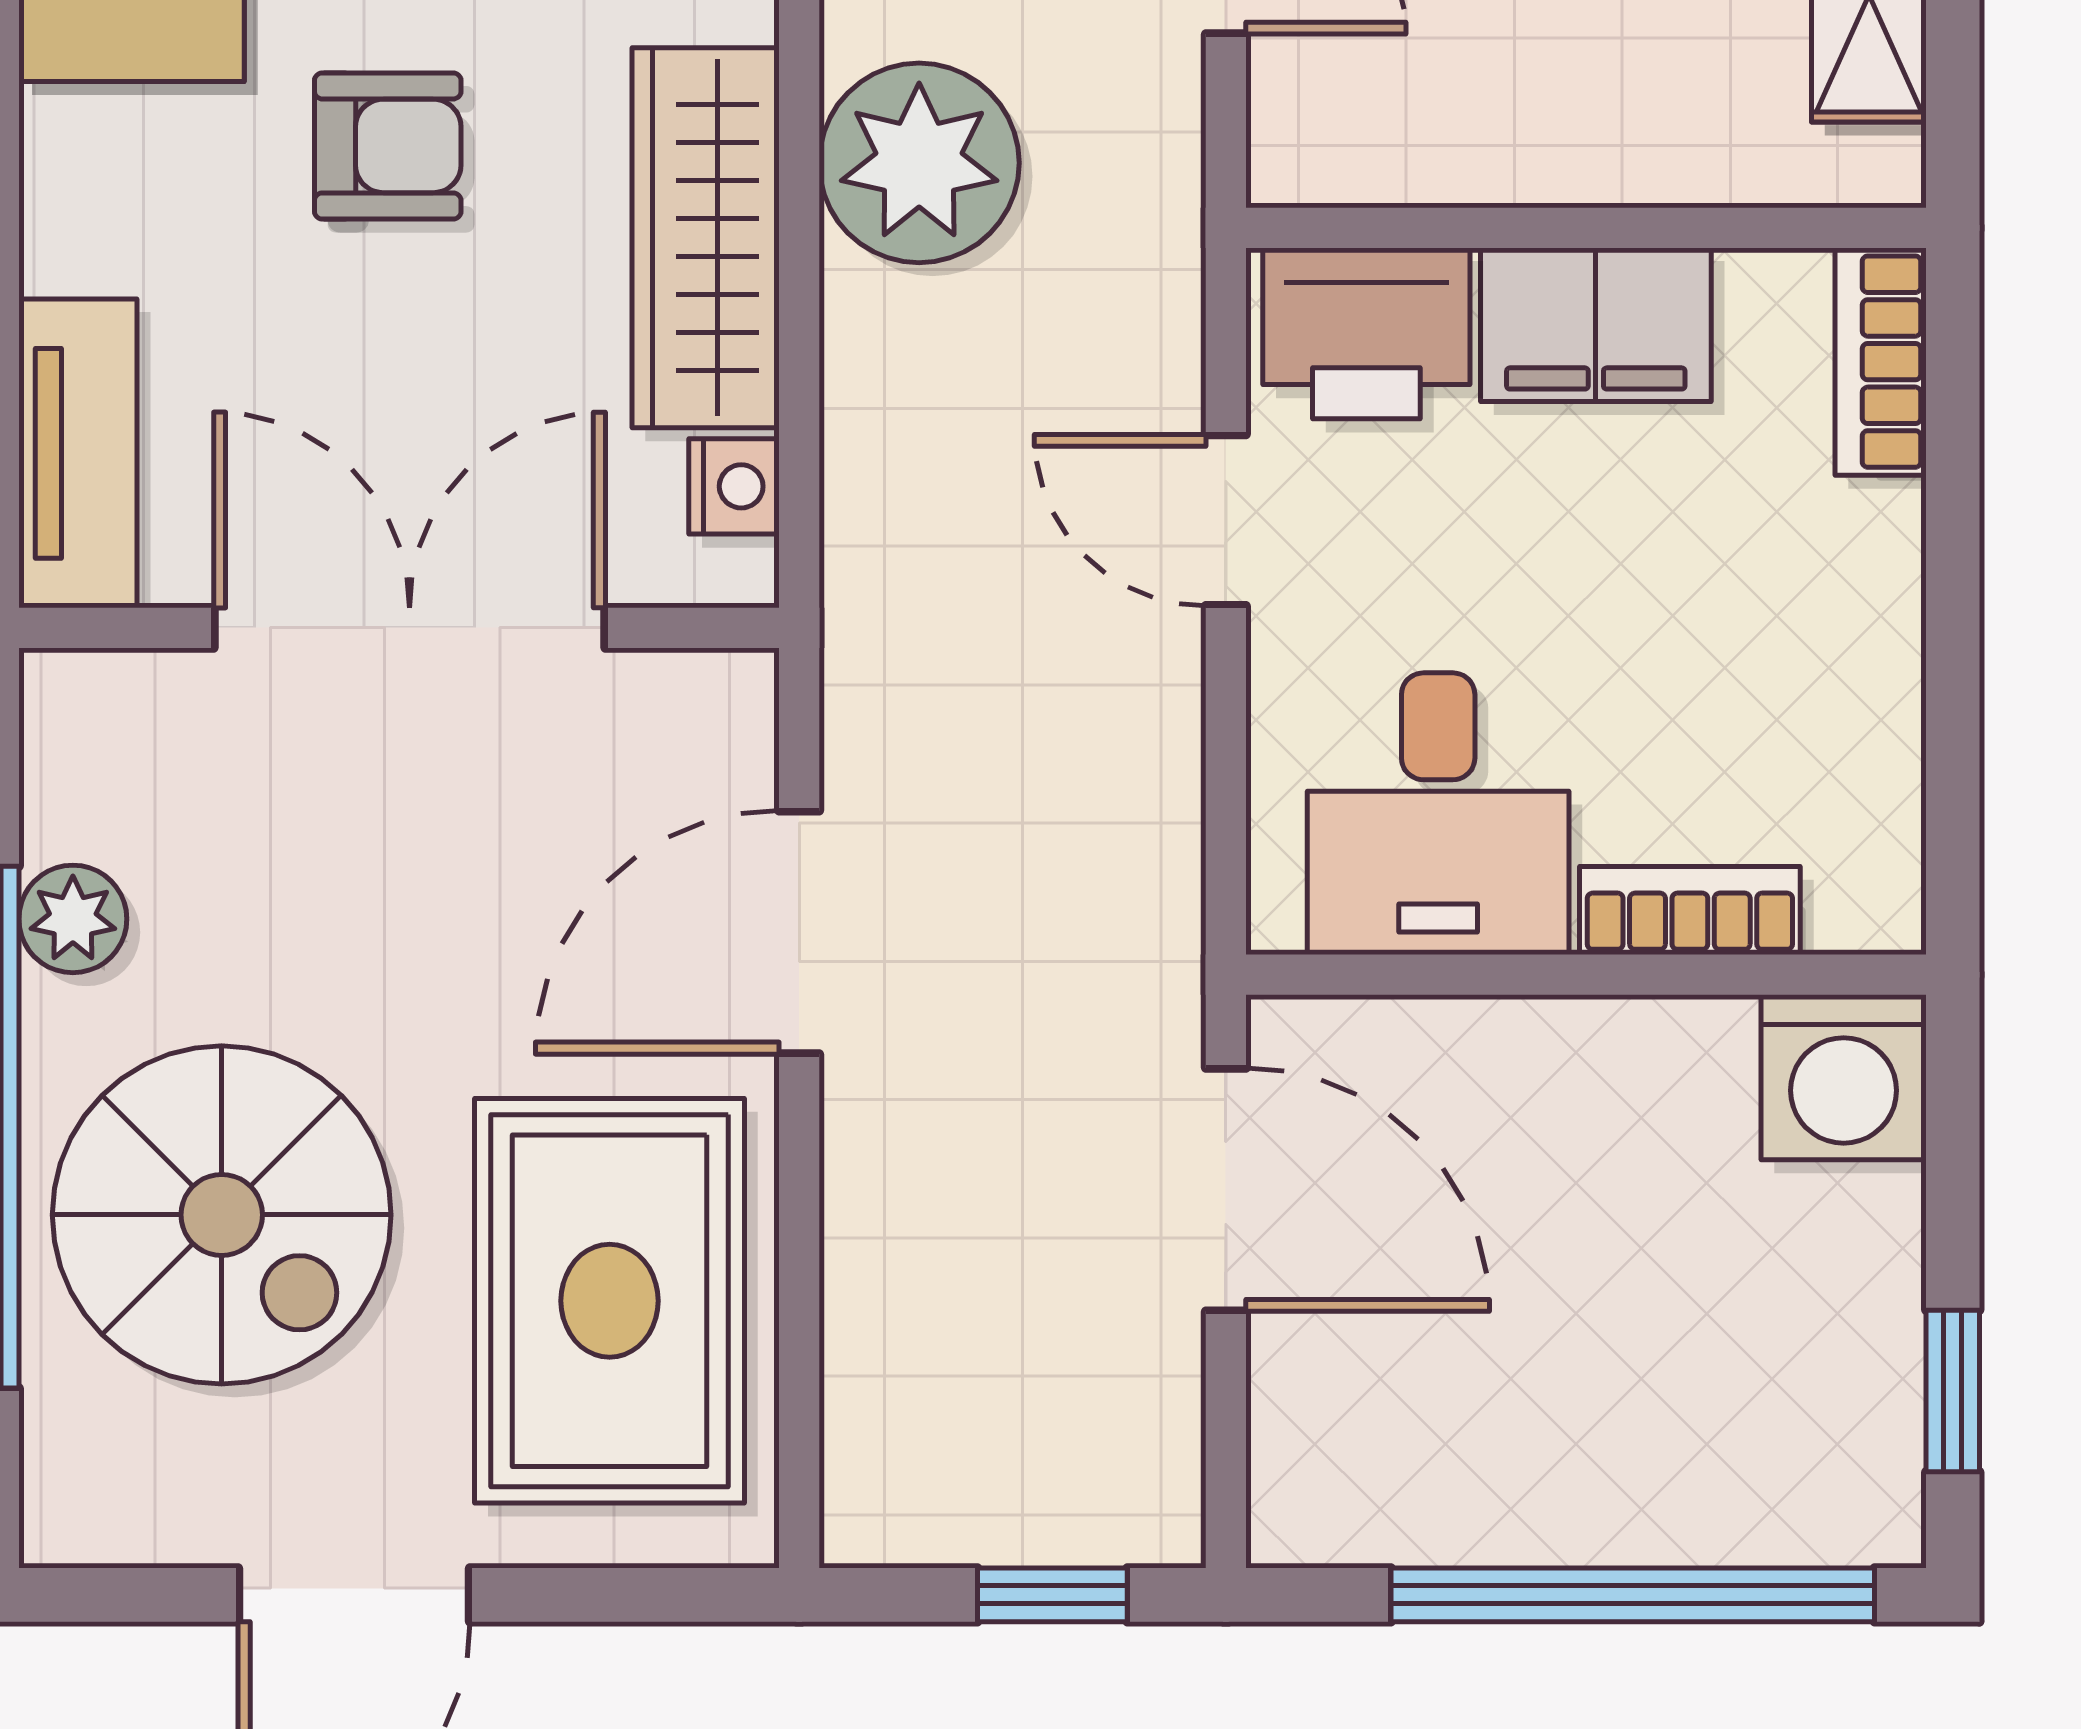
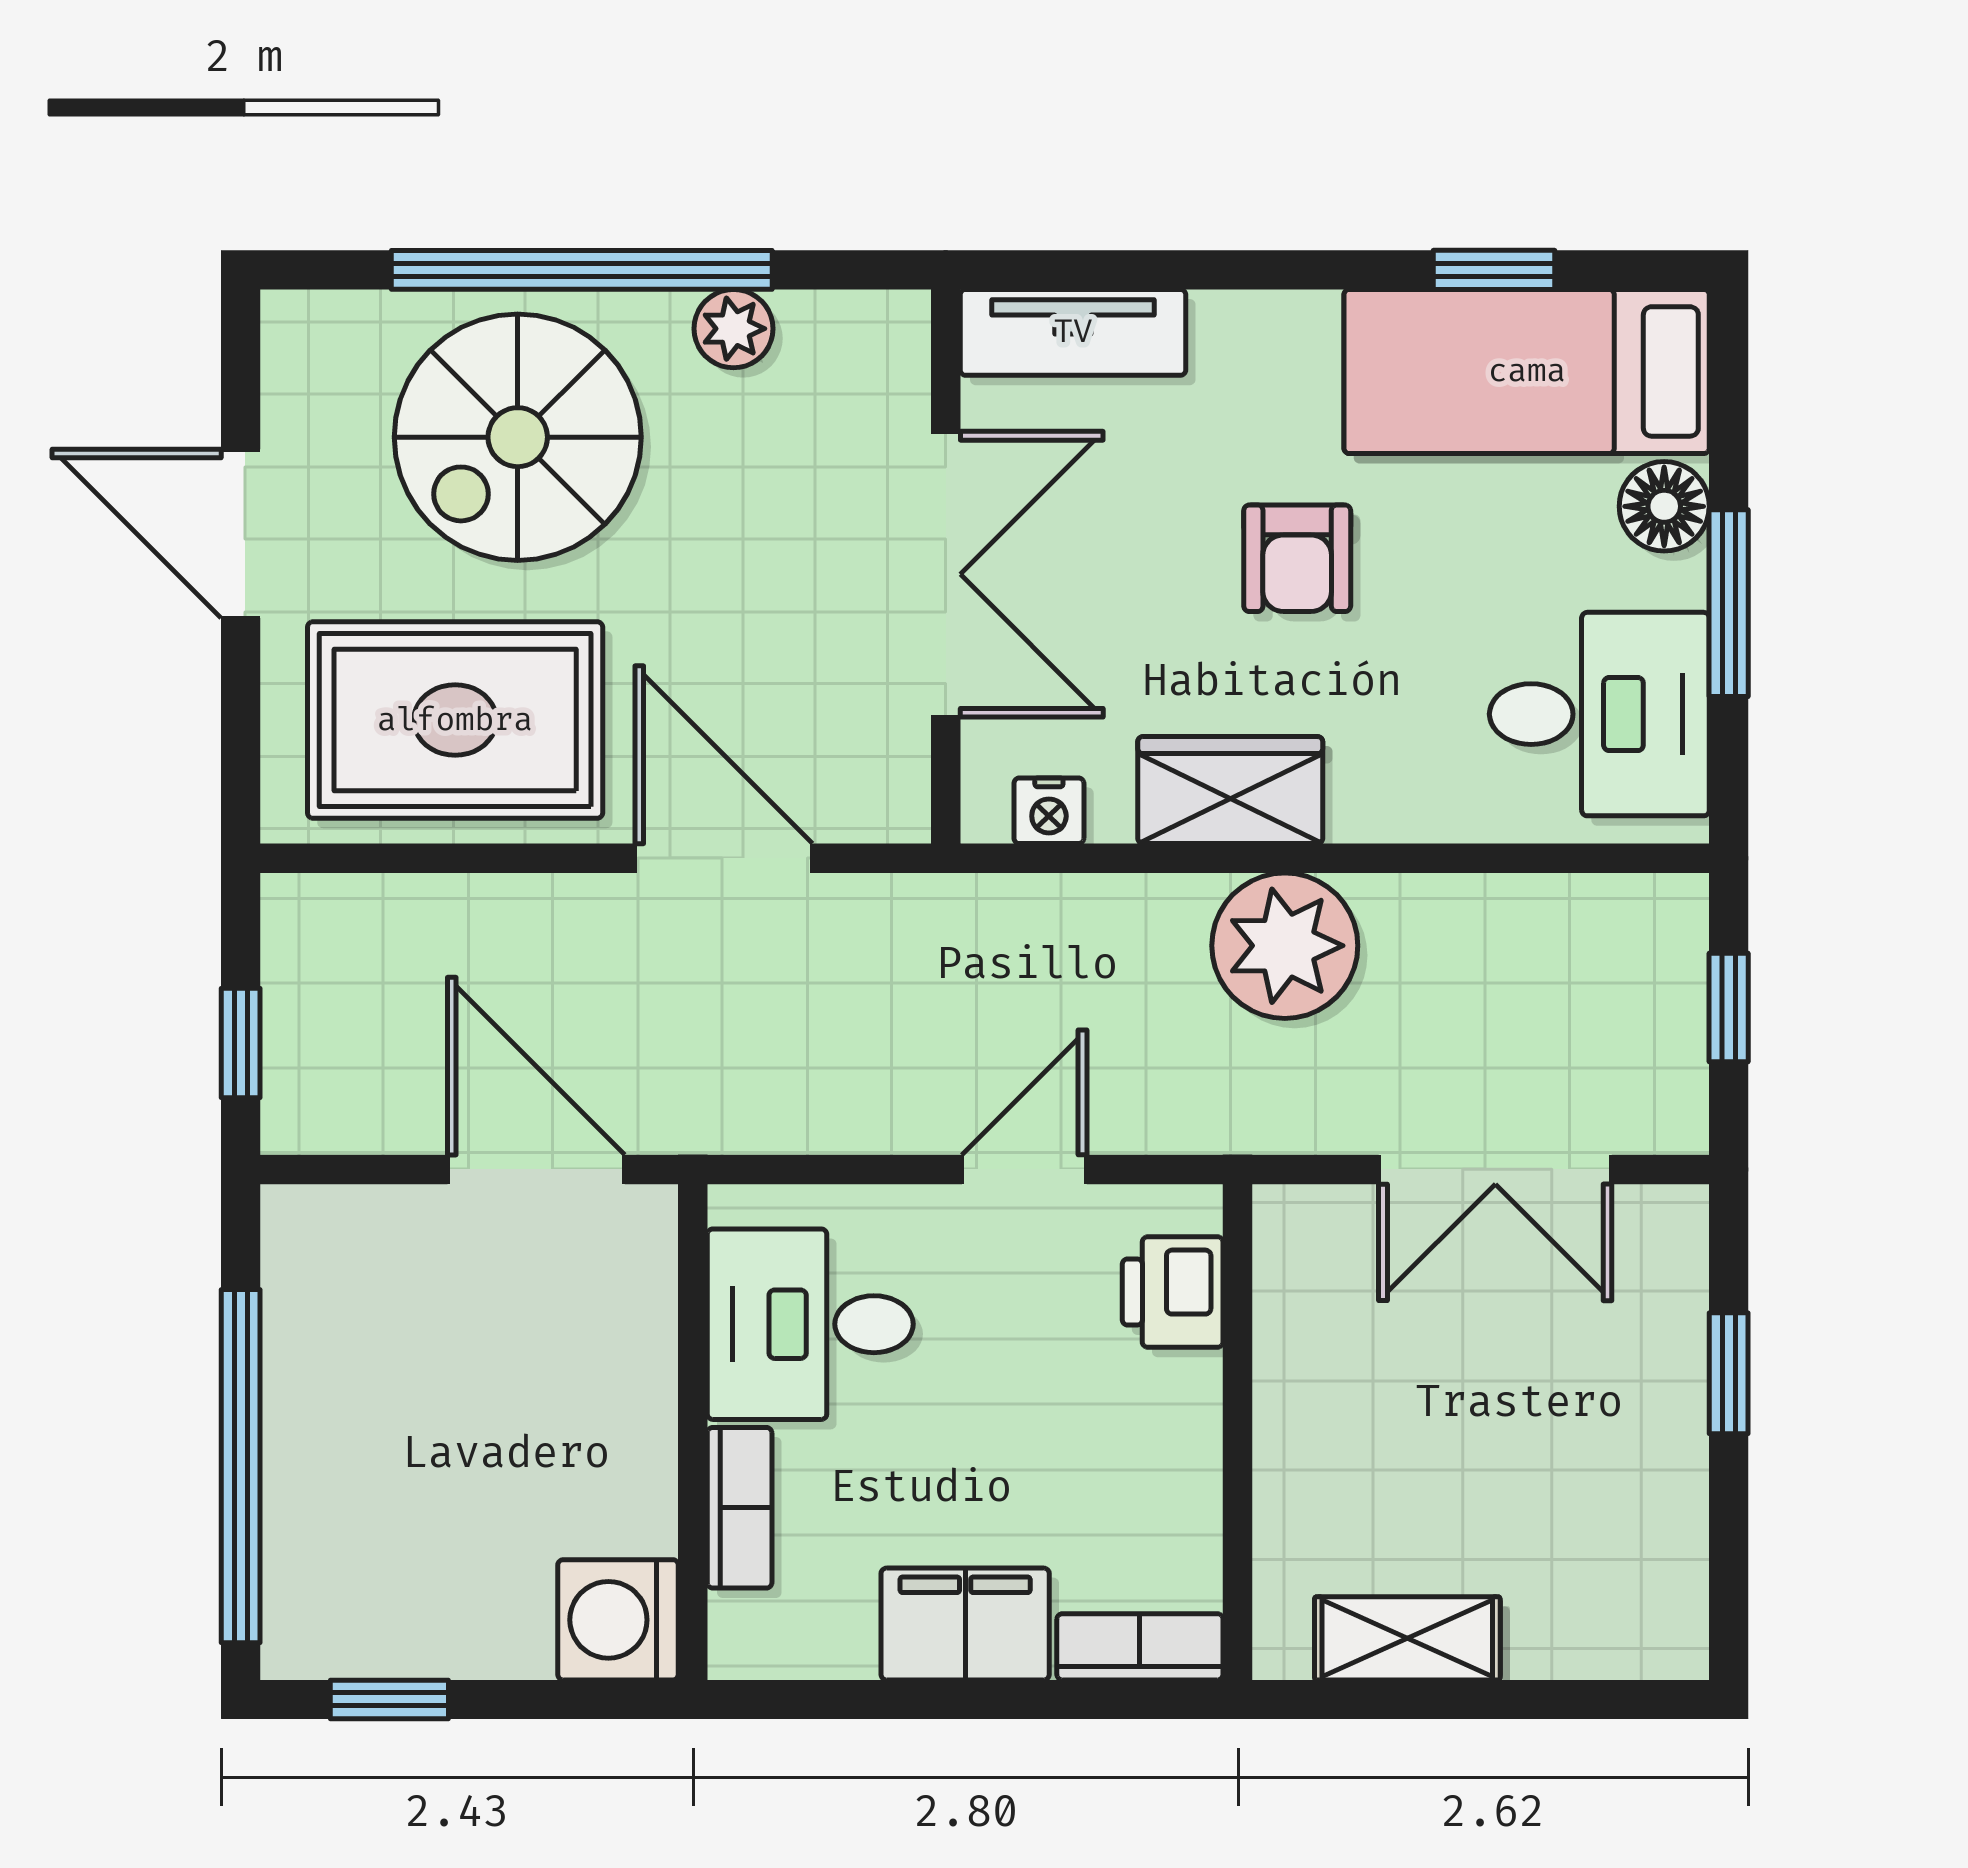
wardrobe: (706, 238) -> (1230, 790), width x0.67
filing cabinet: (1596, 325) -> (965, 1624), moved, turned 90
printer: (1366, 333) -> (1173, 1292), width x0.73, depth x0.81
door: (1226, 1190) -> (536, 1169), swing flipped

